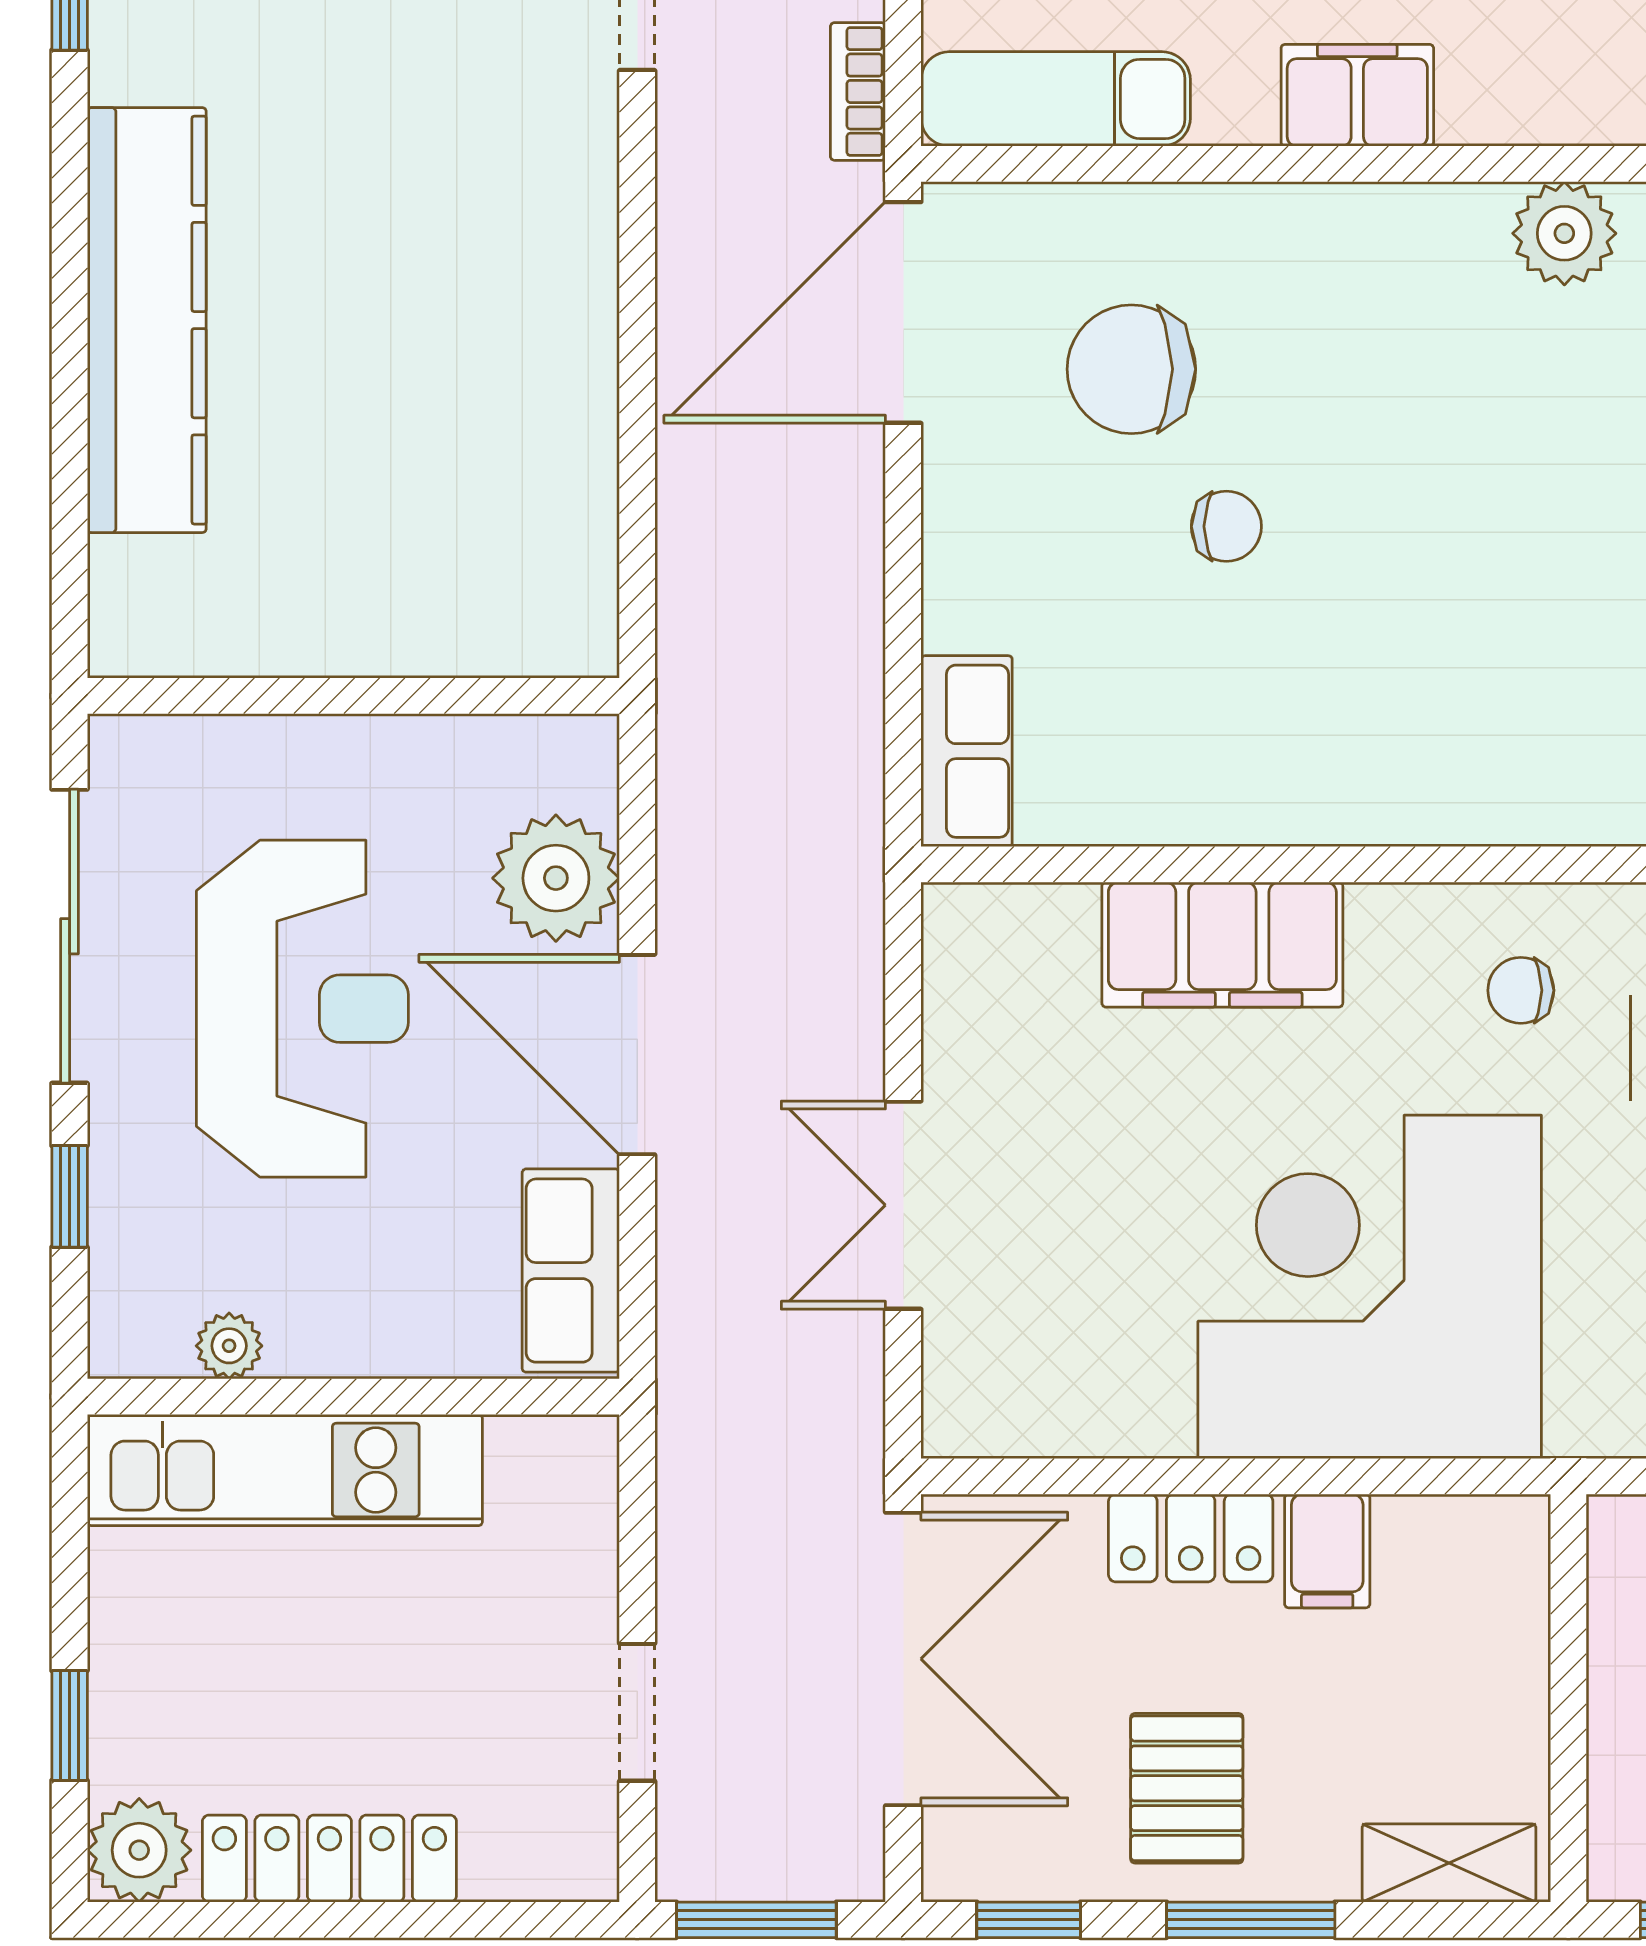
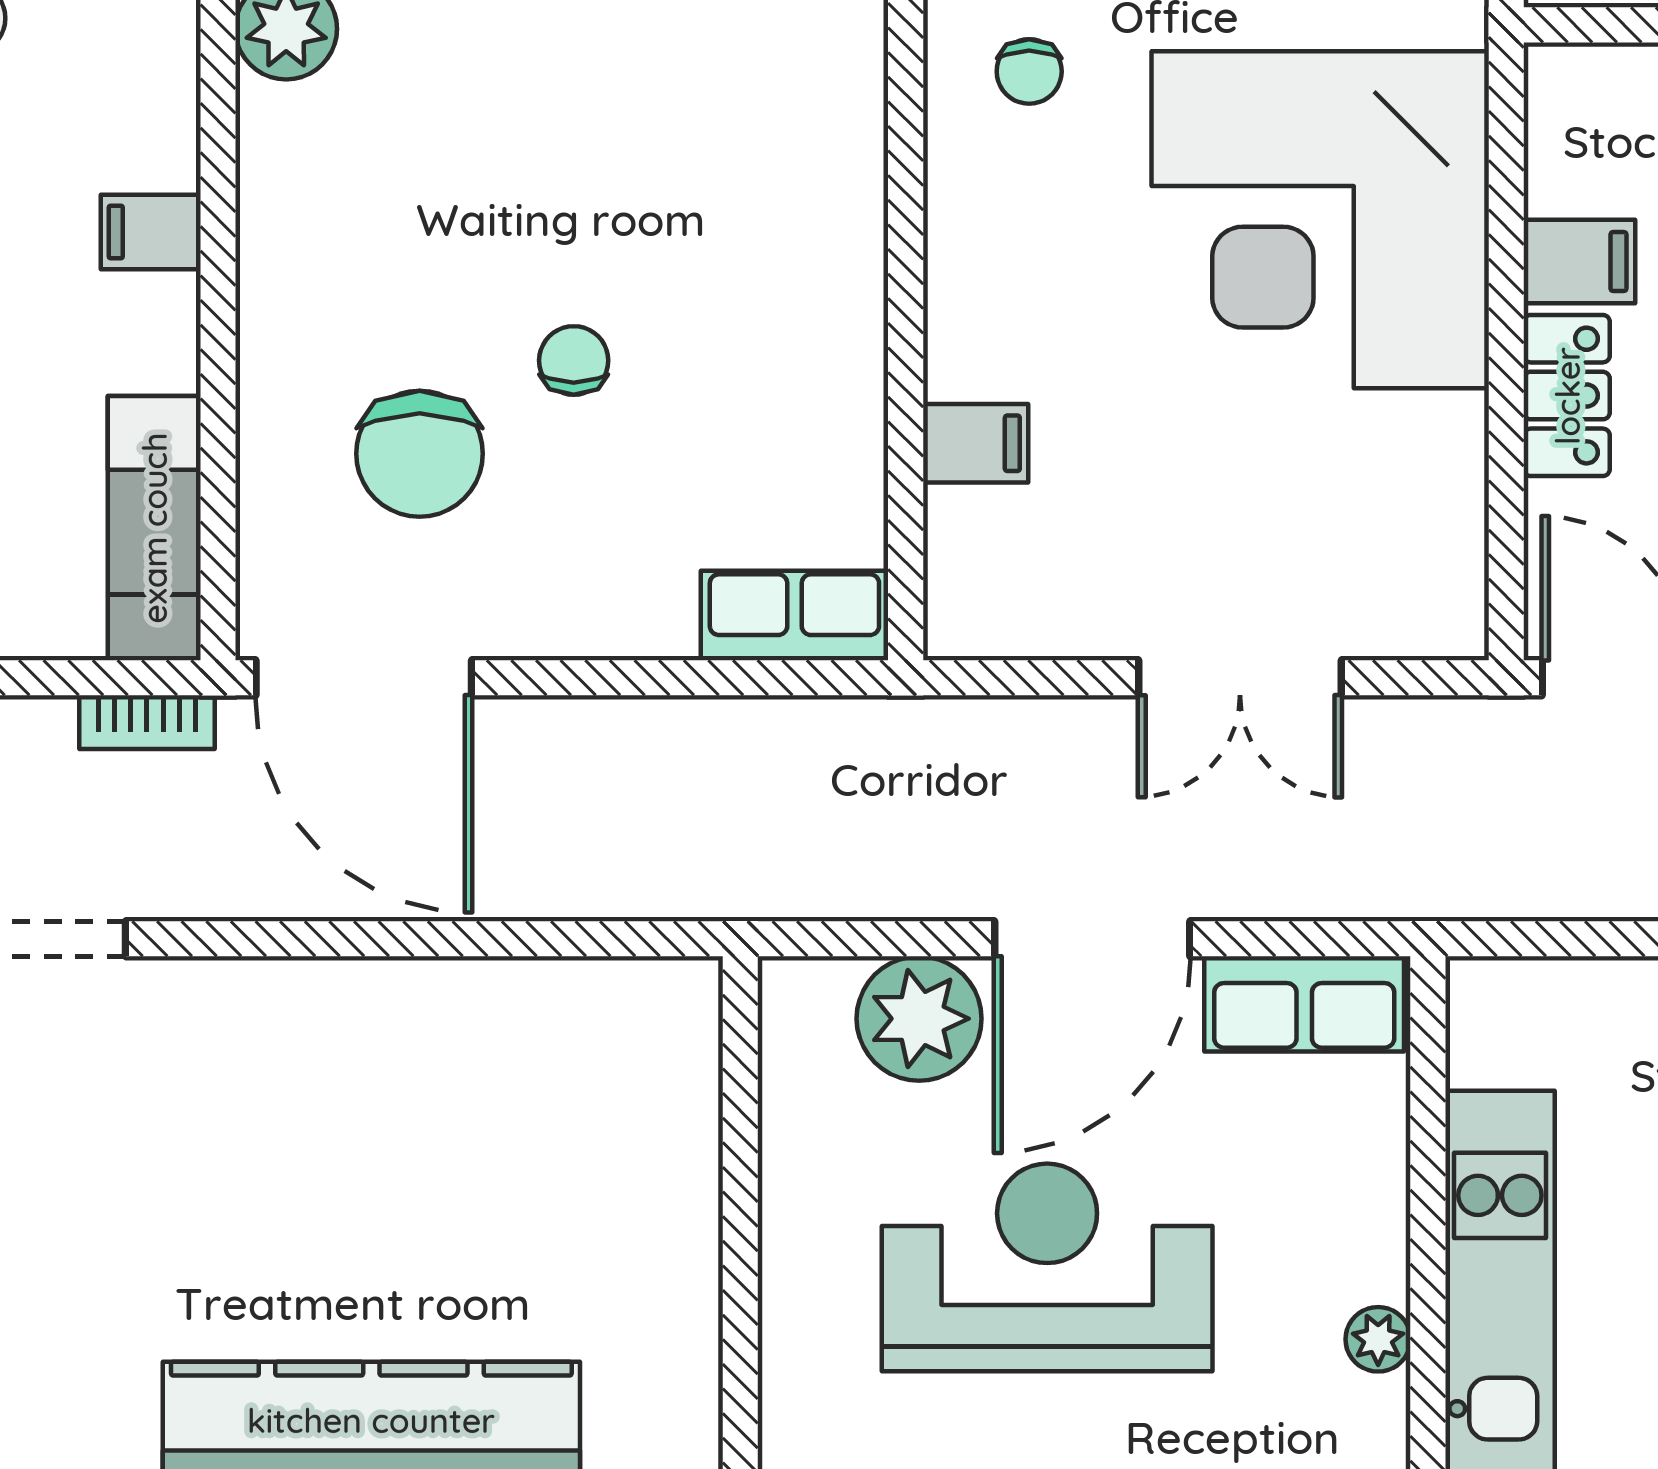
filing cabinet: (1357, 95) -> (151, 232), width x0.50
filing cabinet: (1222, 945) -> (976, 443), width x0.33, depth x0.86

